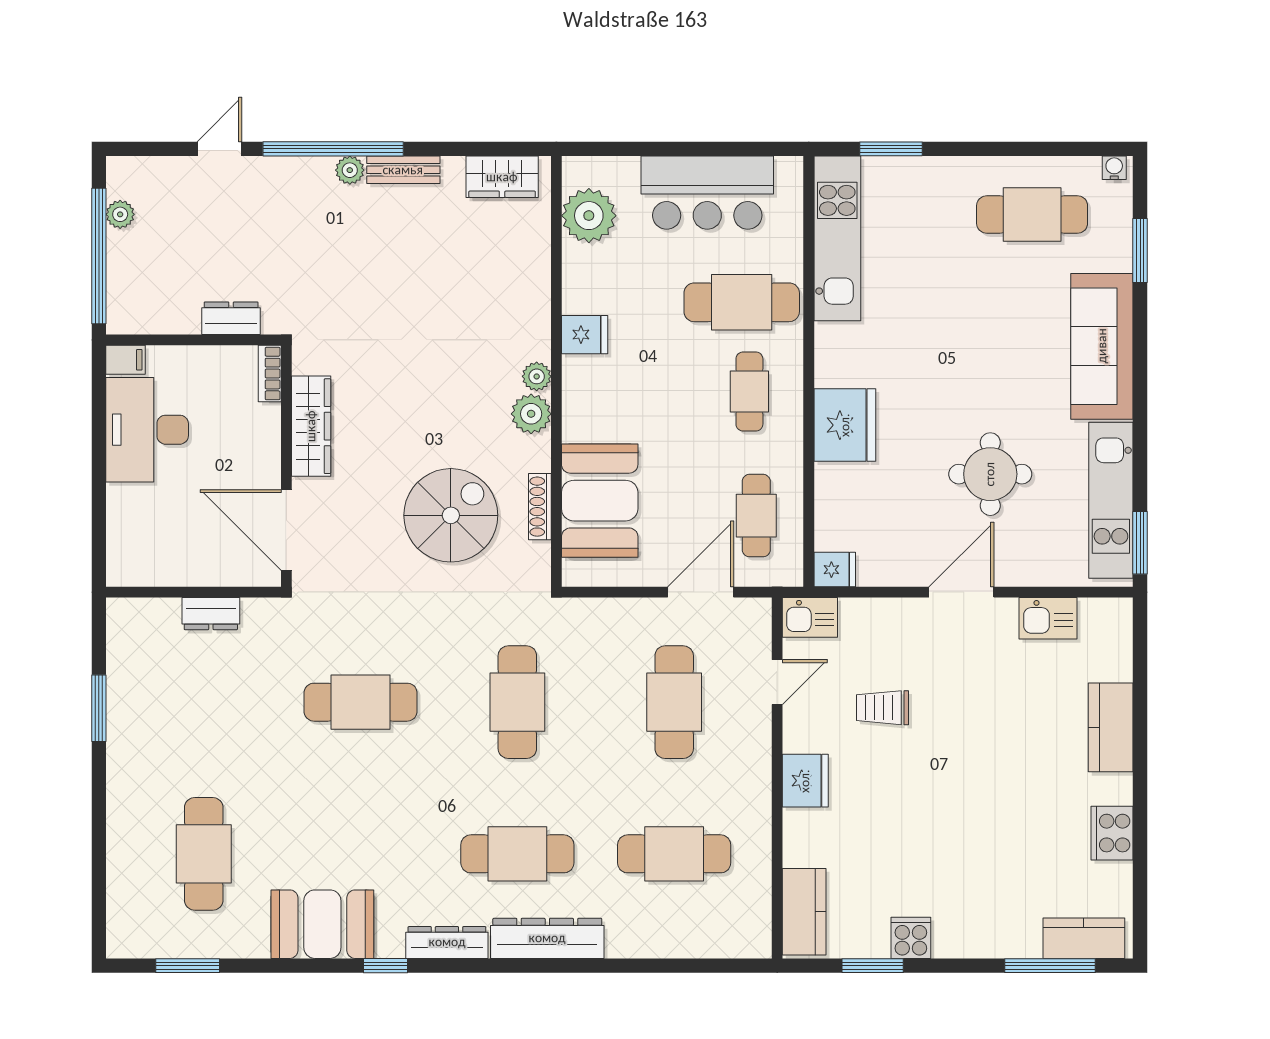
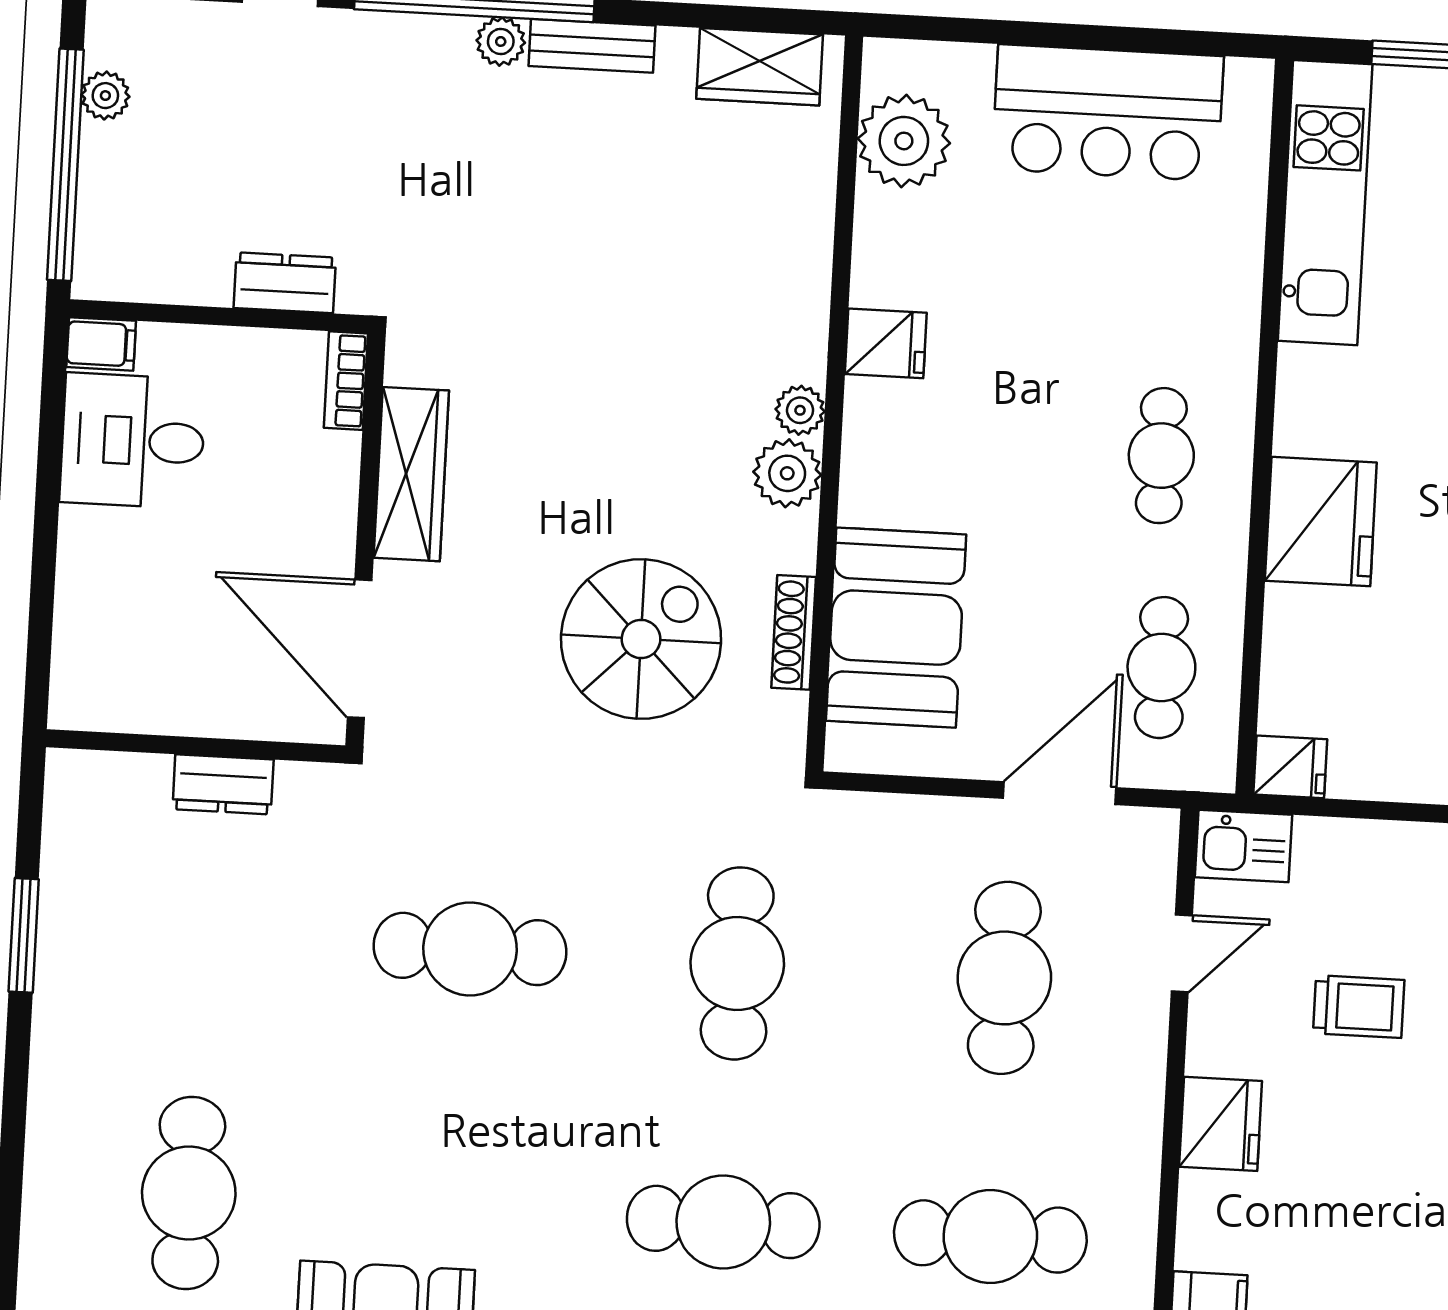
cafe table: (742, 302) -> (1156, 303), removed
desk: (147, 430) -> (133, 441), width x0.73
trolley: (882, 708) -> (1359, 1007), turned 180

